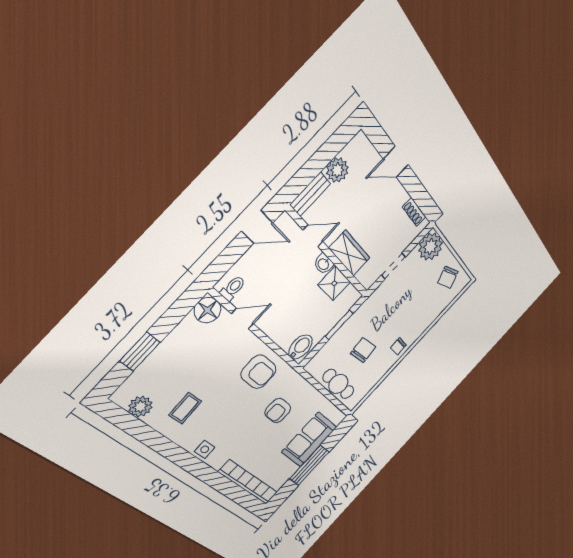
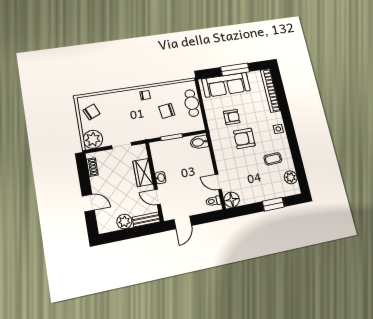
door: (257, 227) -> (183, 223), swing flipped
shower: (334, 283) -> (161, 163), removed
armchair: (259, 372) -> (244, 138), moved, turned -90
sofa: (309, 439) -> (226, 85), width x1.36

